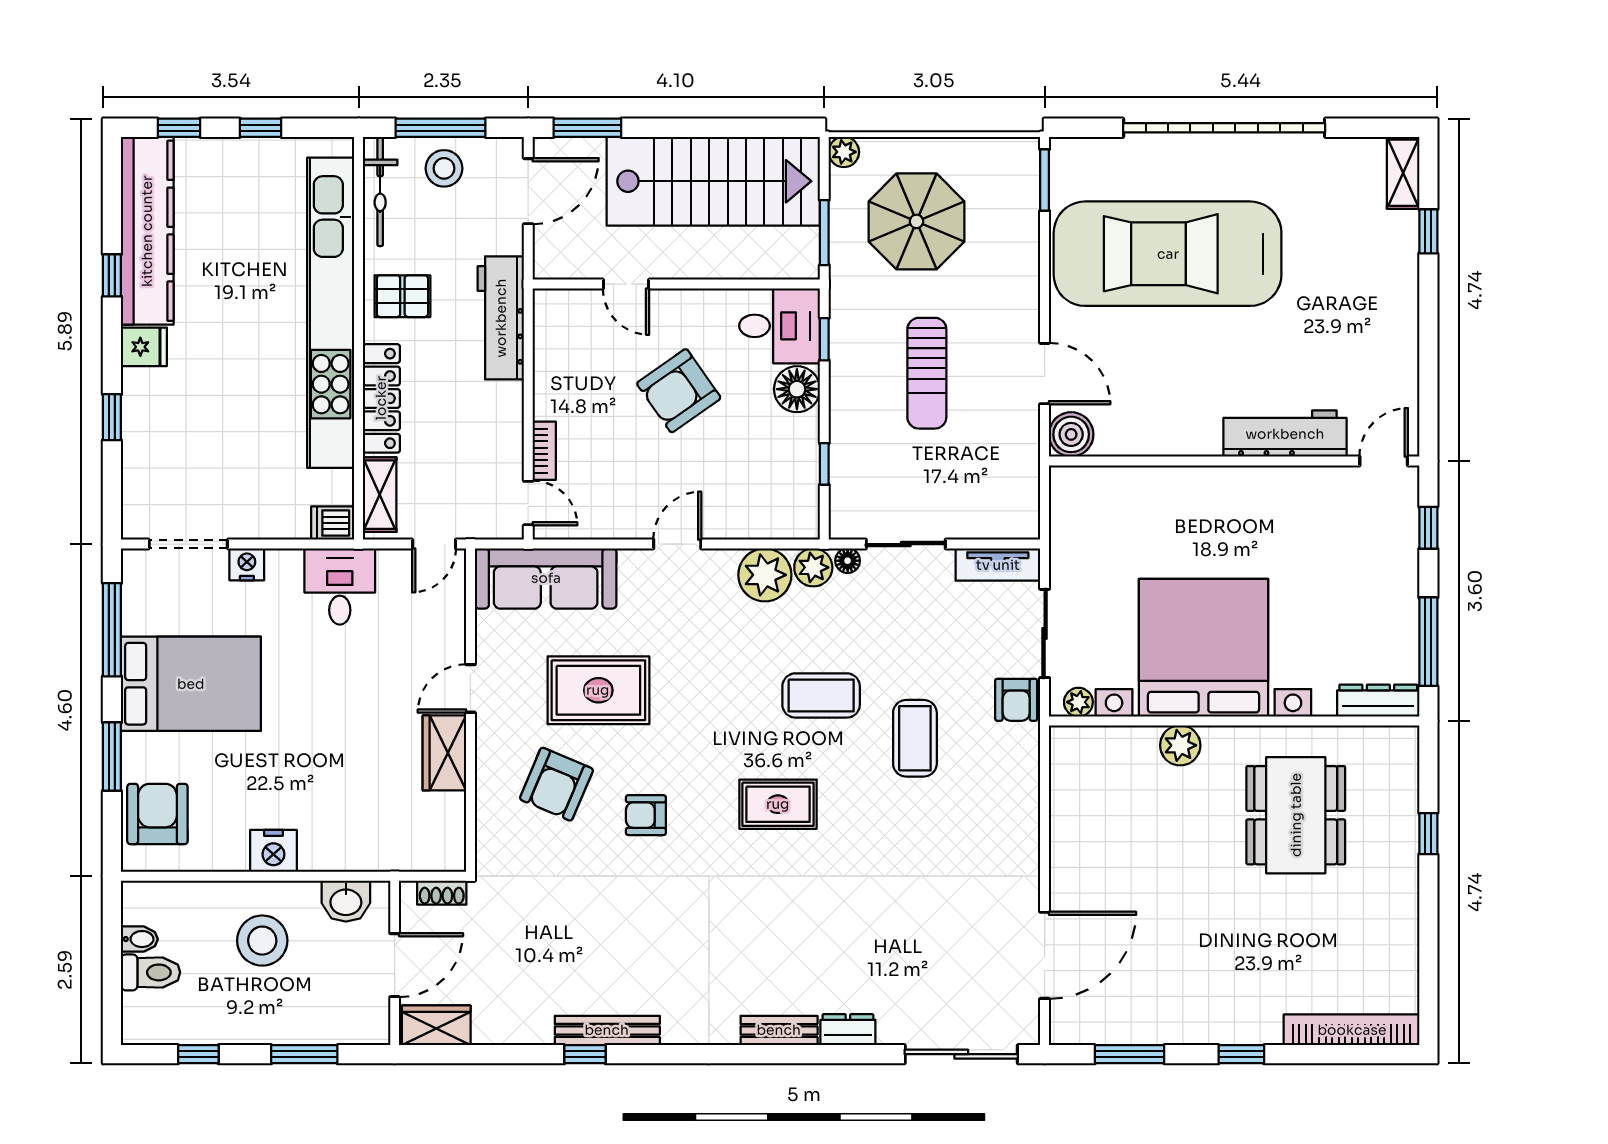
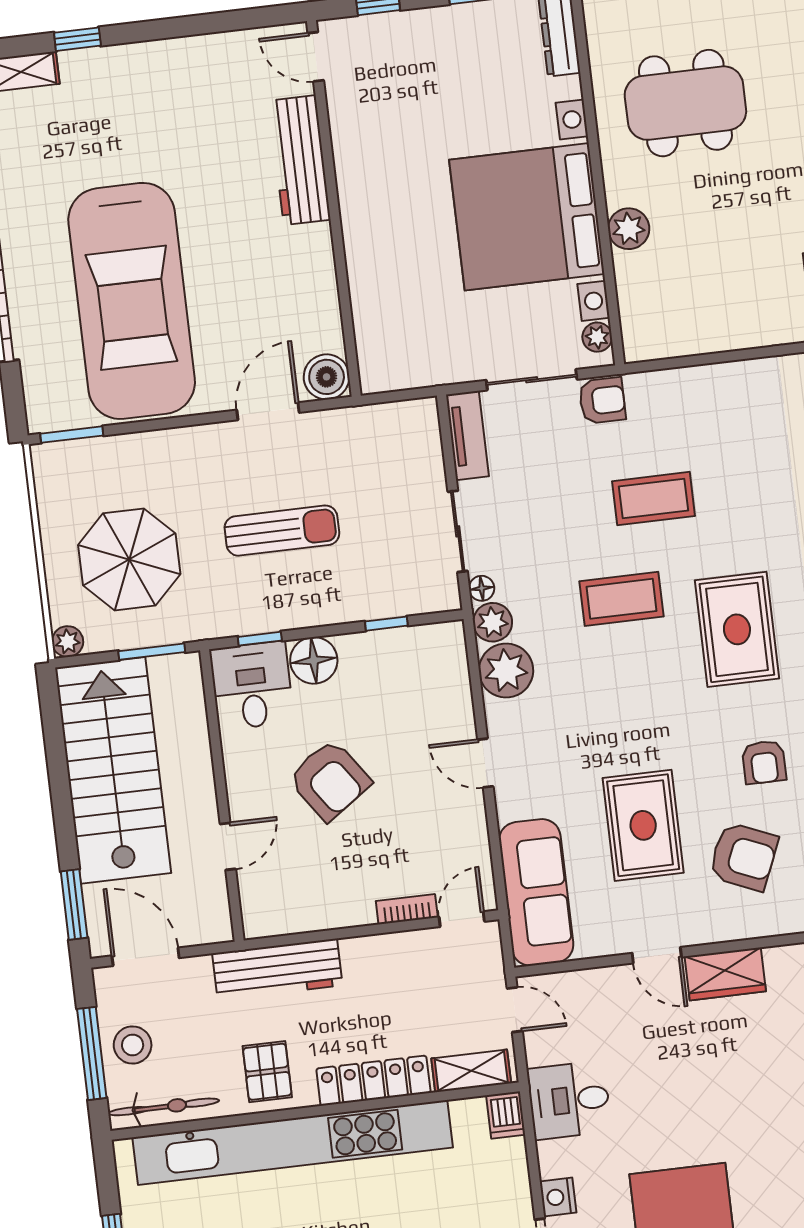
coffee table: (821, 695) -> (621, 599), turned 90
rug: (778, 804) -> (737, 629), width x1.36, depth x1.43

